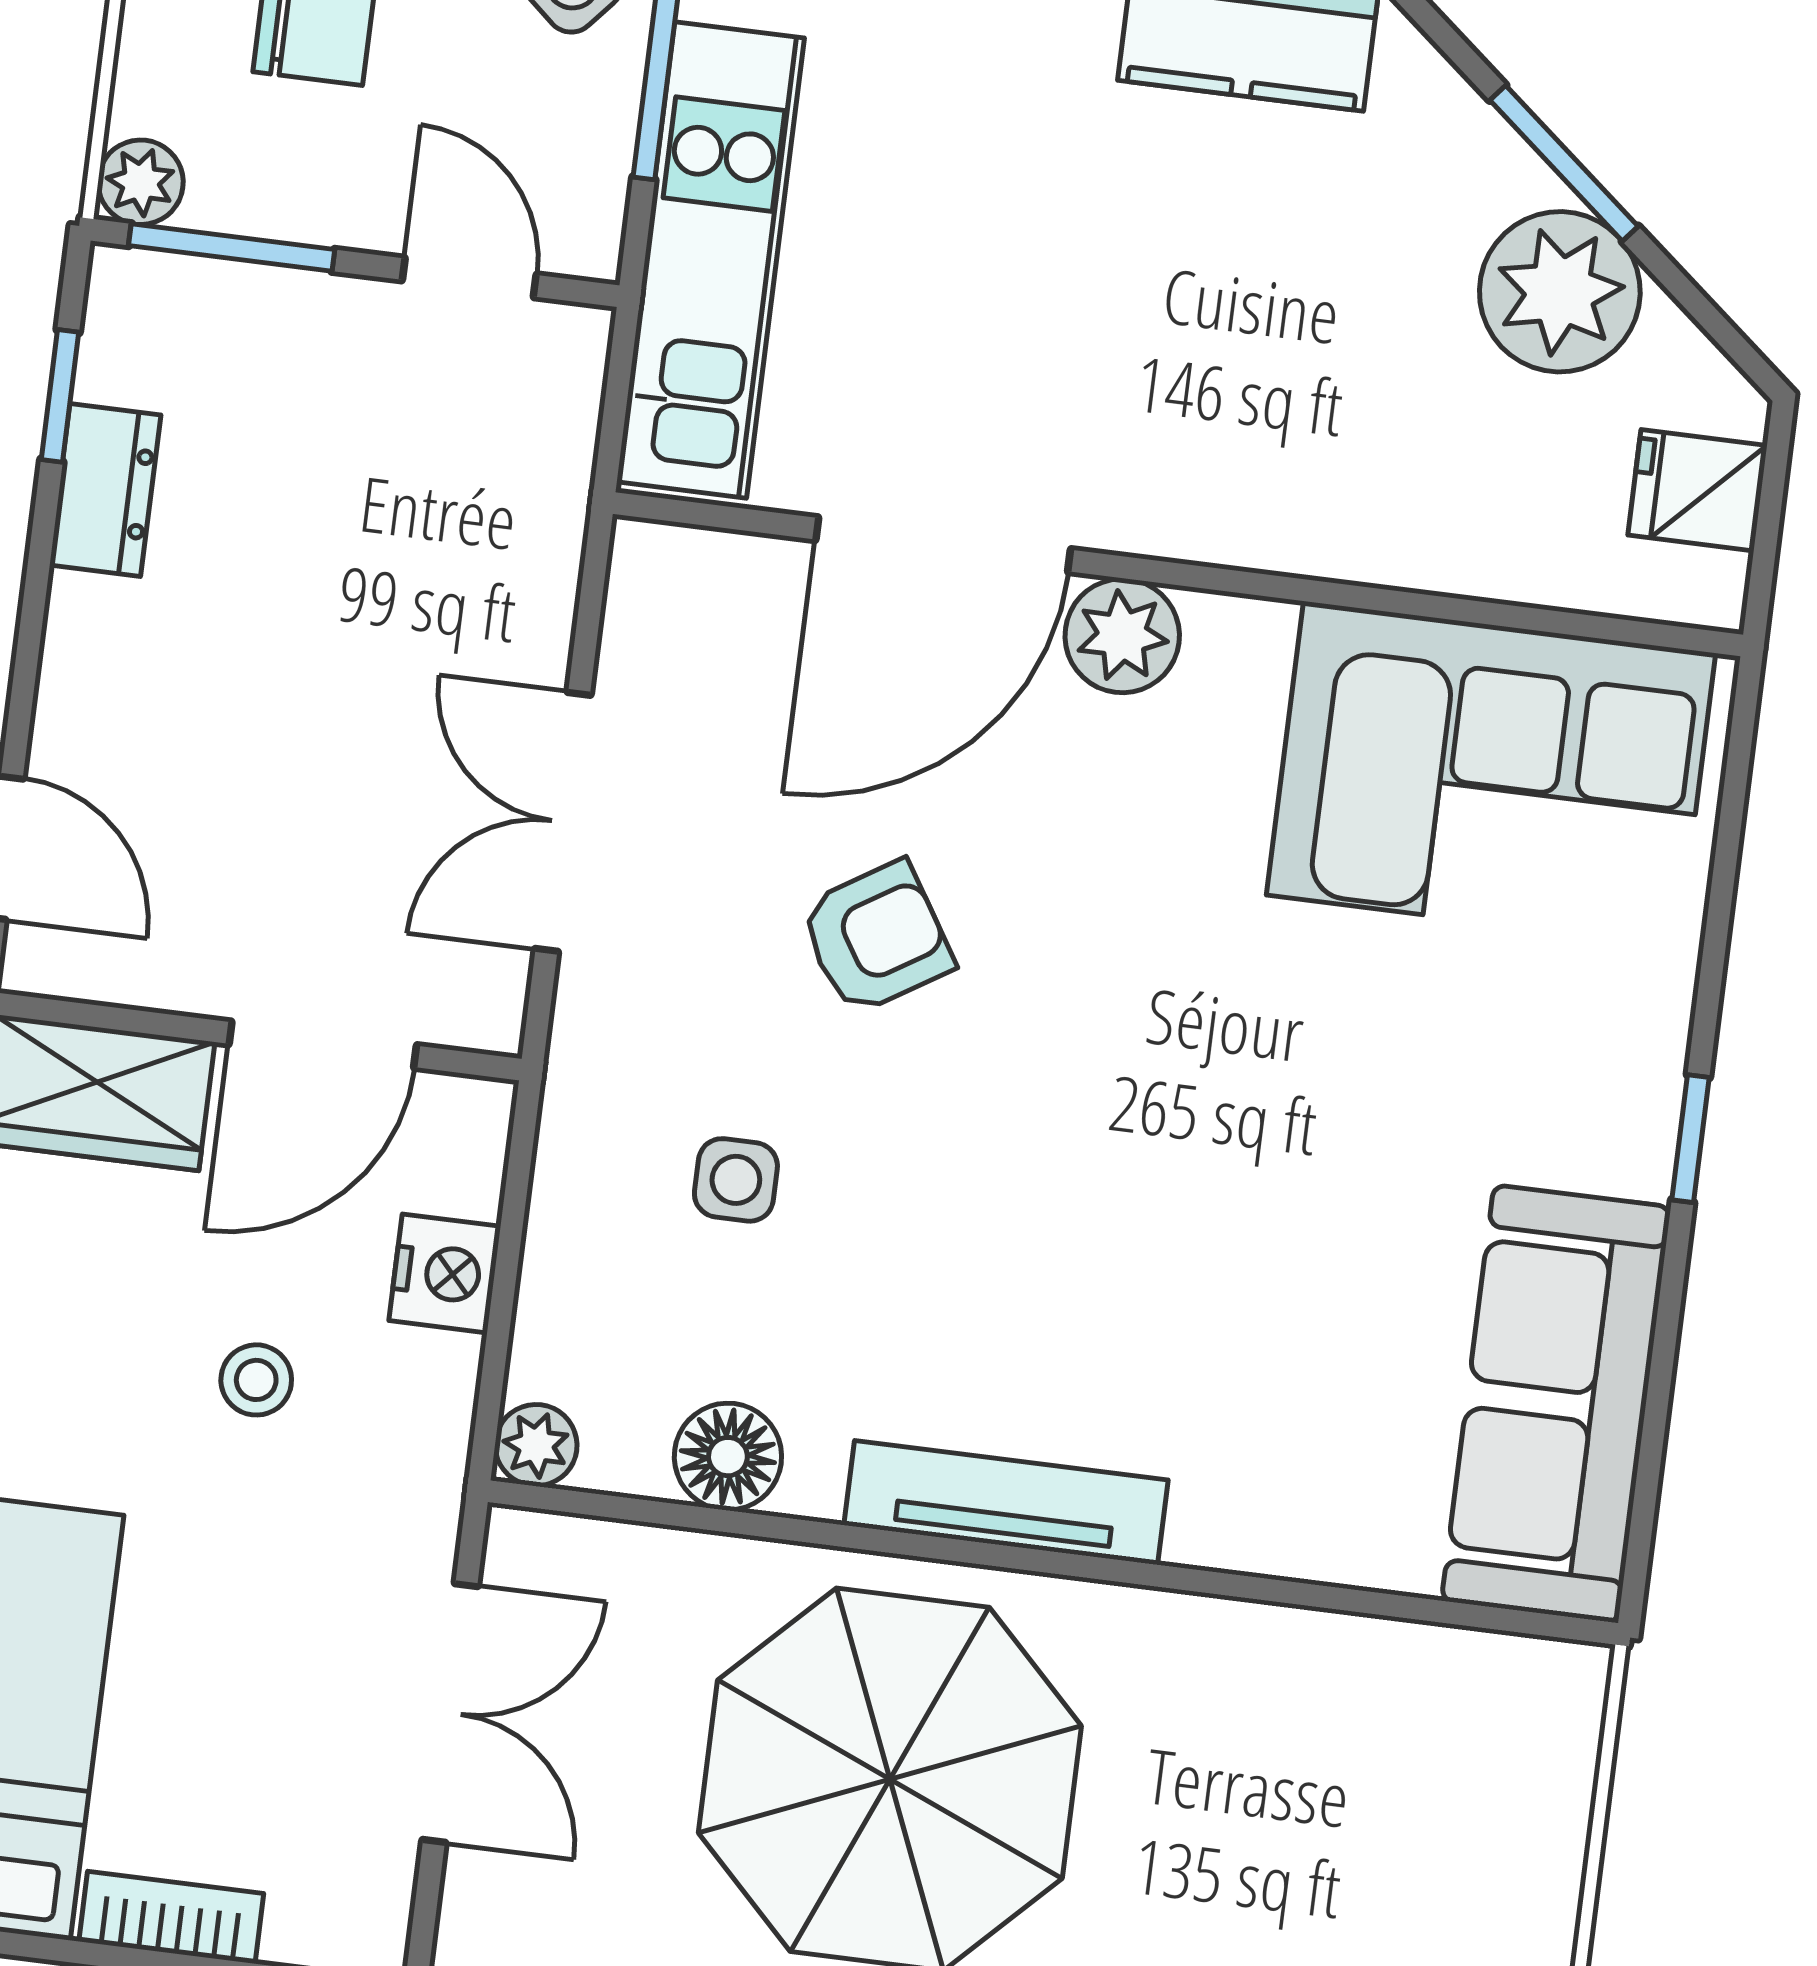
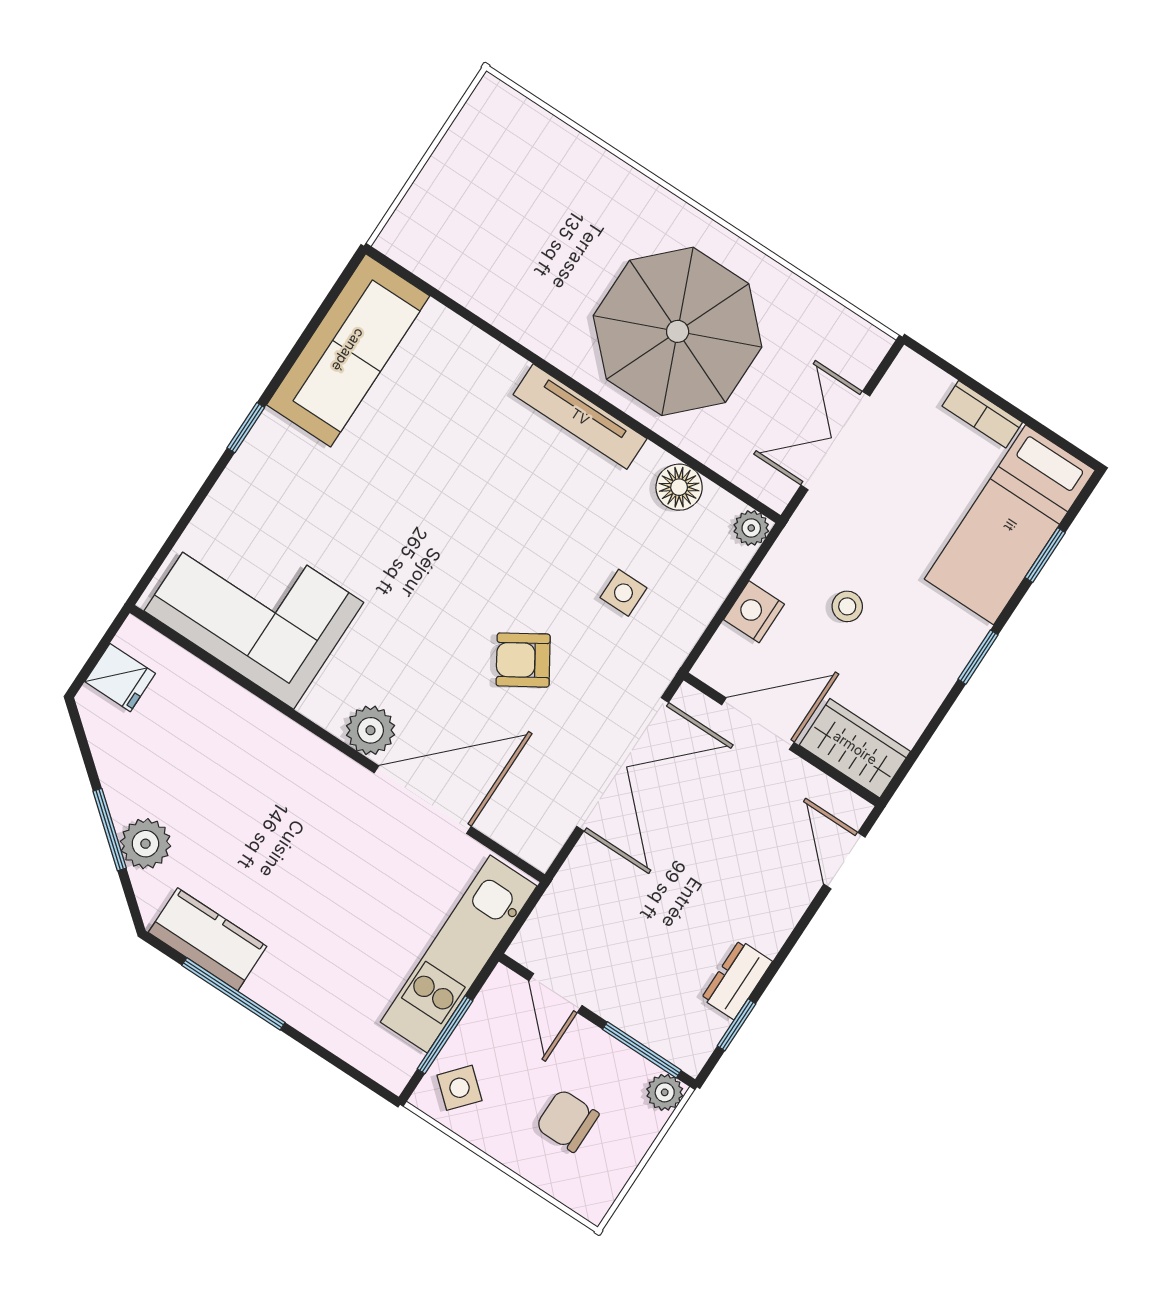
plant: (1560, 292) -> (145, 844), moved, width x0.73, depth x0.73
double door: (563, 822) -> (623, 764), width x1.37

